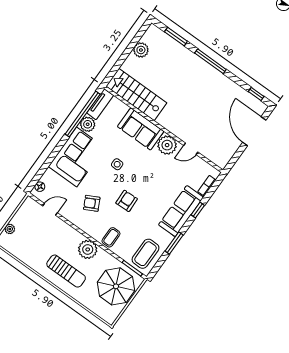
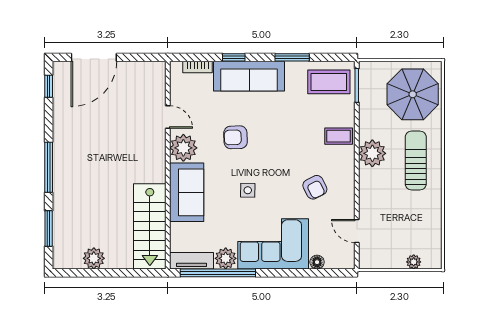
floor lamp: (40, 187) -> (317, 262), moved
armchair: (127, 201) -> (236, 137), moved
parasol: (116, 286) -> (413, 94), moved

